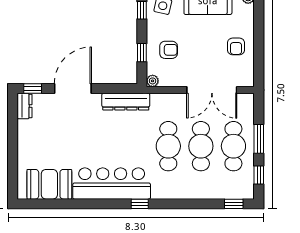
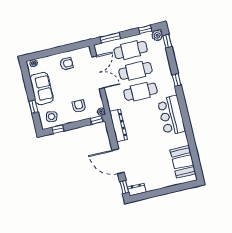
window: (142, 53) -> (97, 120), moved
window: (259, 139) -> (110, 38), moved
bar counter: (112, 183) -> (171, 116), width x0.73
plant: (246, 191) -> (157, 35), added
window: (140, 204) -> (177, 80), moved

